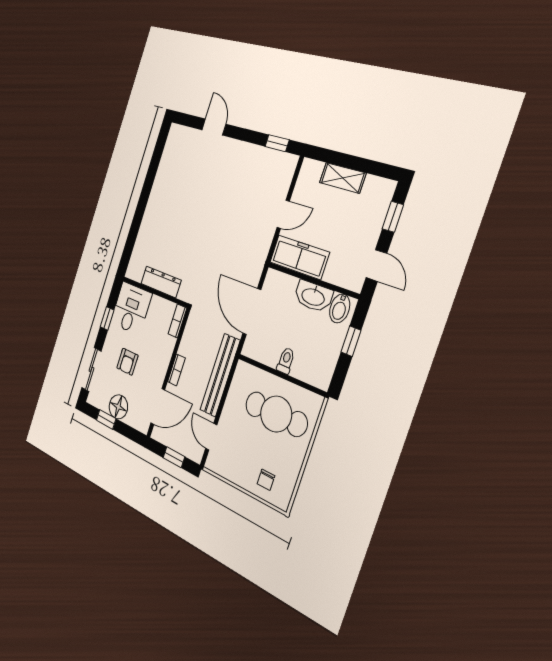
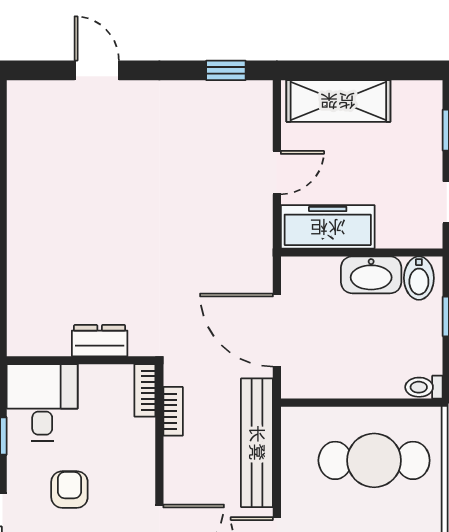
shelving: (343, 178) -> (338, 101), width x1.50, depth x1.33
dresser: (161, 282) -> (100, 341), width x0.70
toilet: (286, 361) -> (424, 387), moved, turned -90
armchair: (127, 362) -> (69, 490), turned 180
bookcase: (176, 370) -> (173, 411), moved

